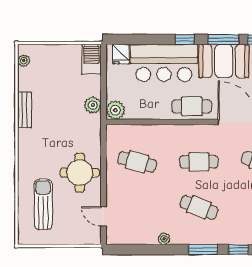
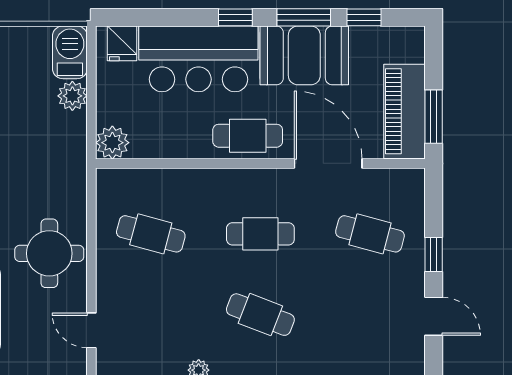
plant: (93, 105) -> (72, 96), moved

